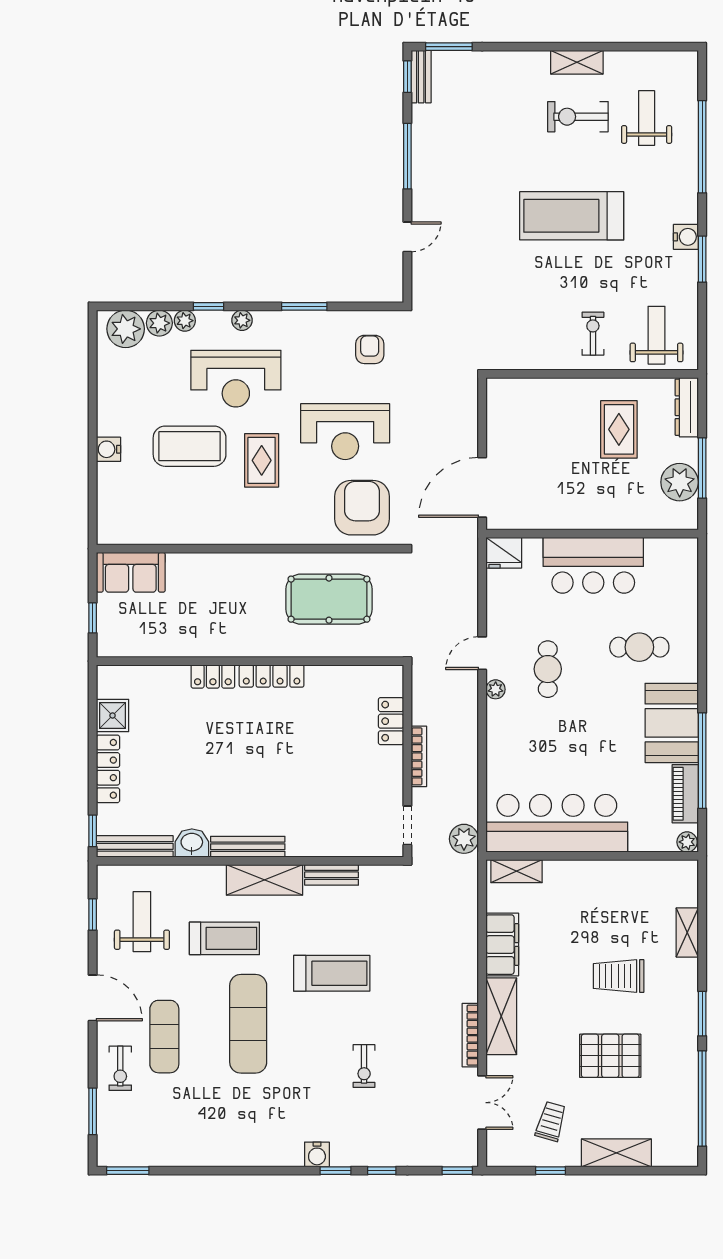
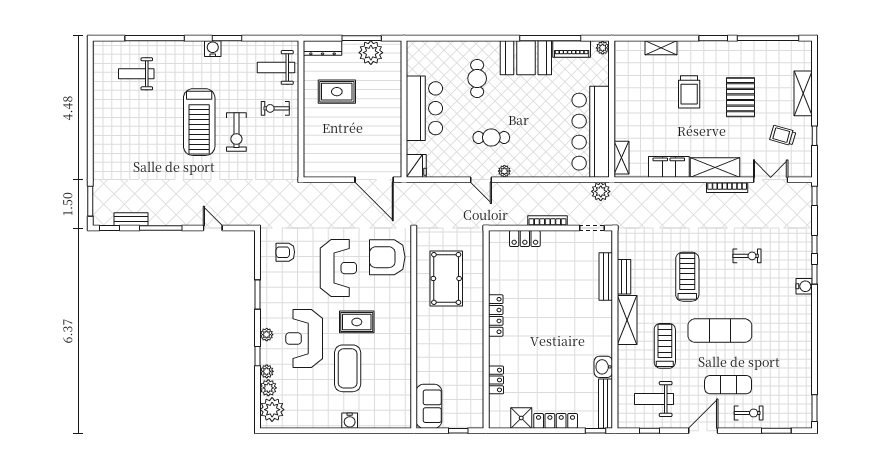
shelving: (577, 62) -> (100, 119), removed
bench: (421, 77) -> (131, 219), moved
exercise bike: (578, 117) -> (236, 132), moved
reception desk: (236, 379) -> (304, 339), turned 180
locker: (213, 676) -> (496, 380), moved
bench: (248, 847) -> (606, 276), moved

